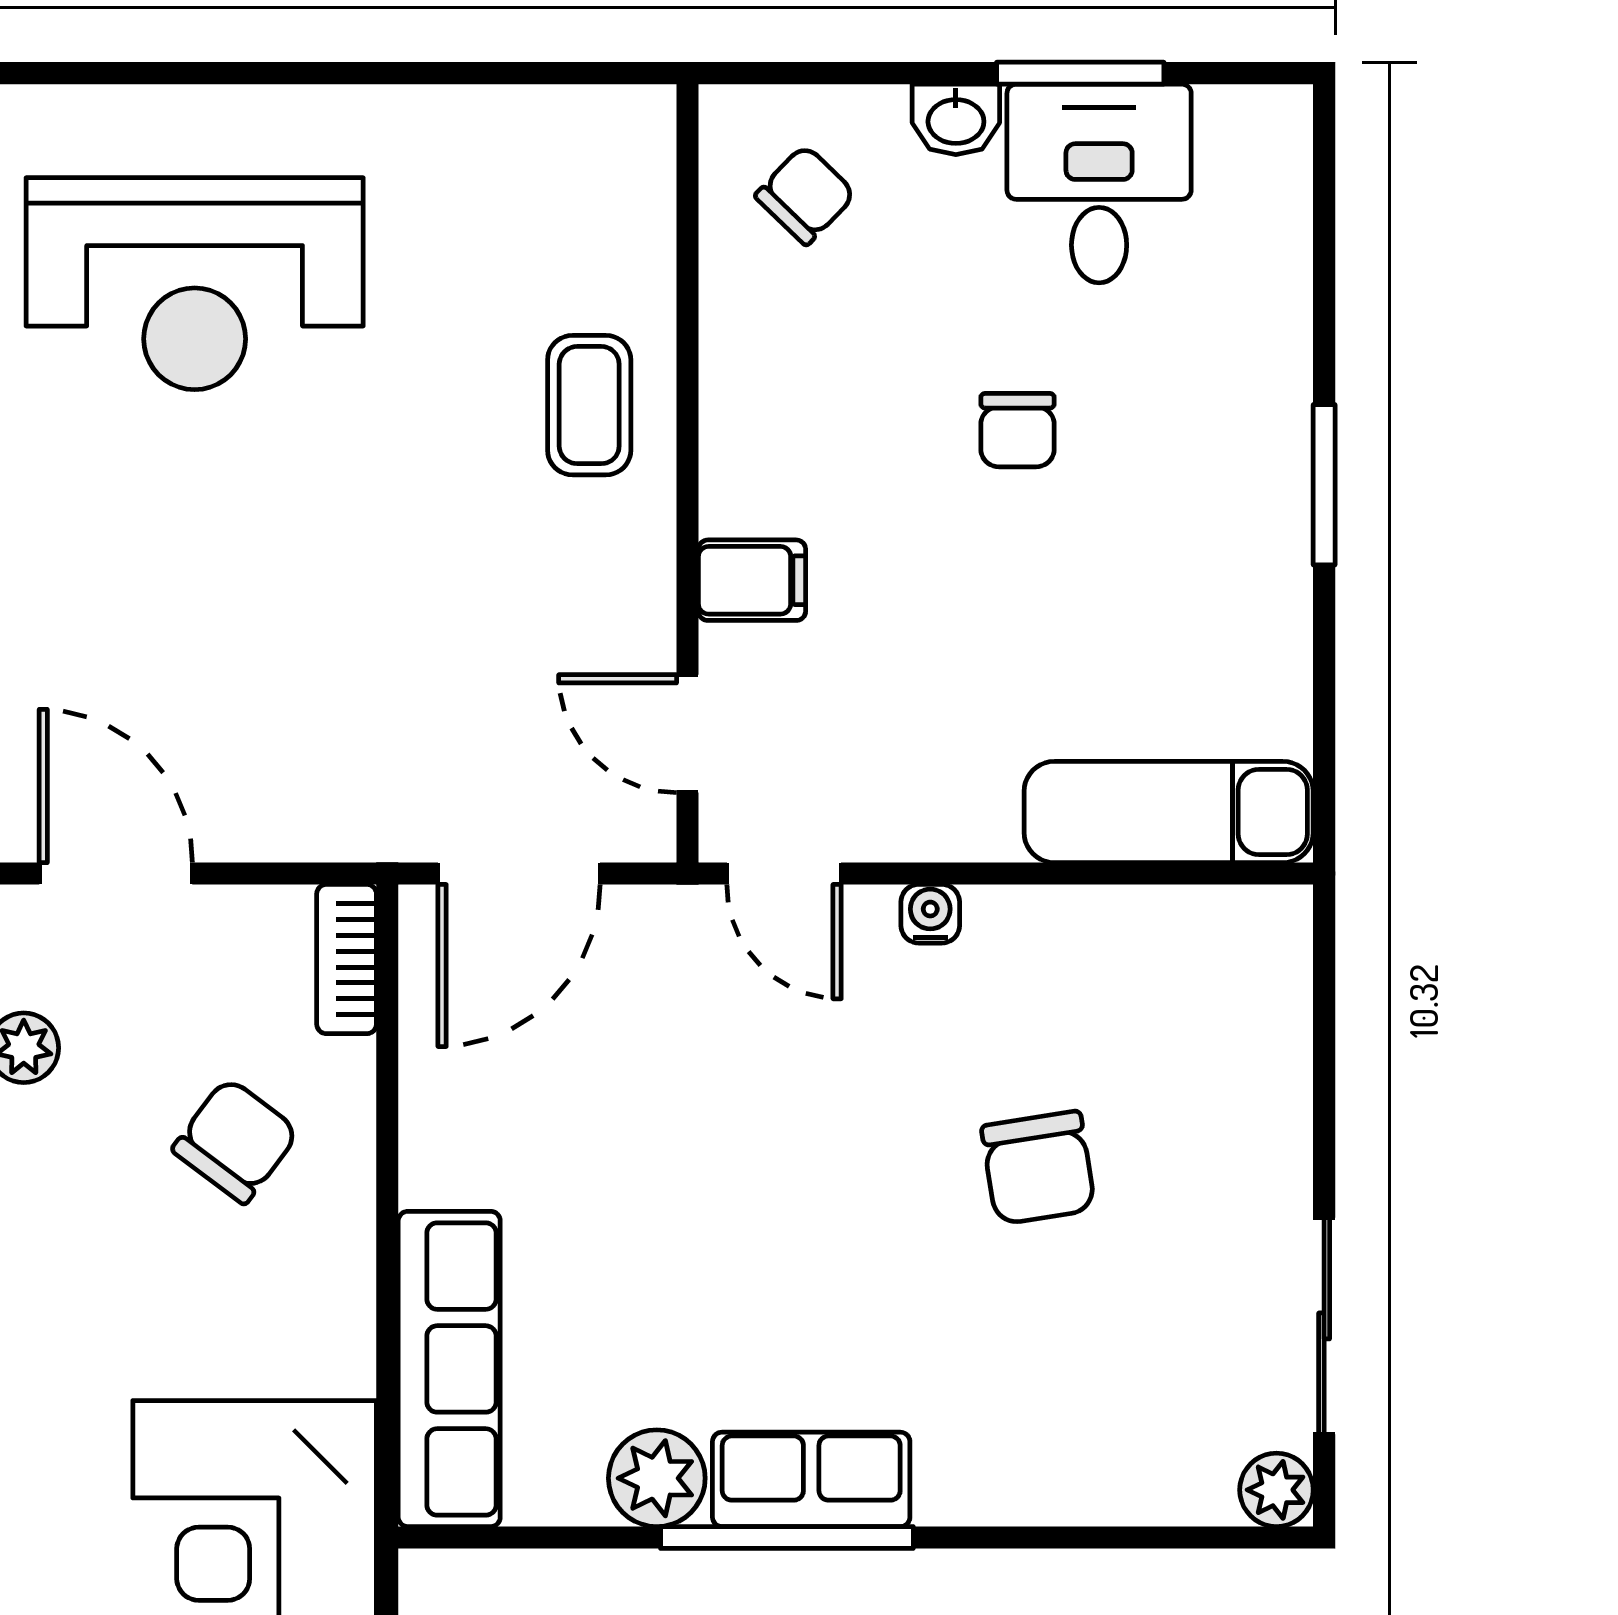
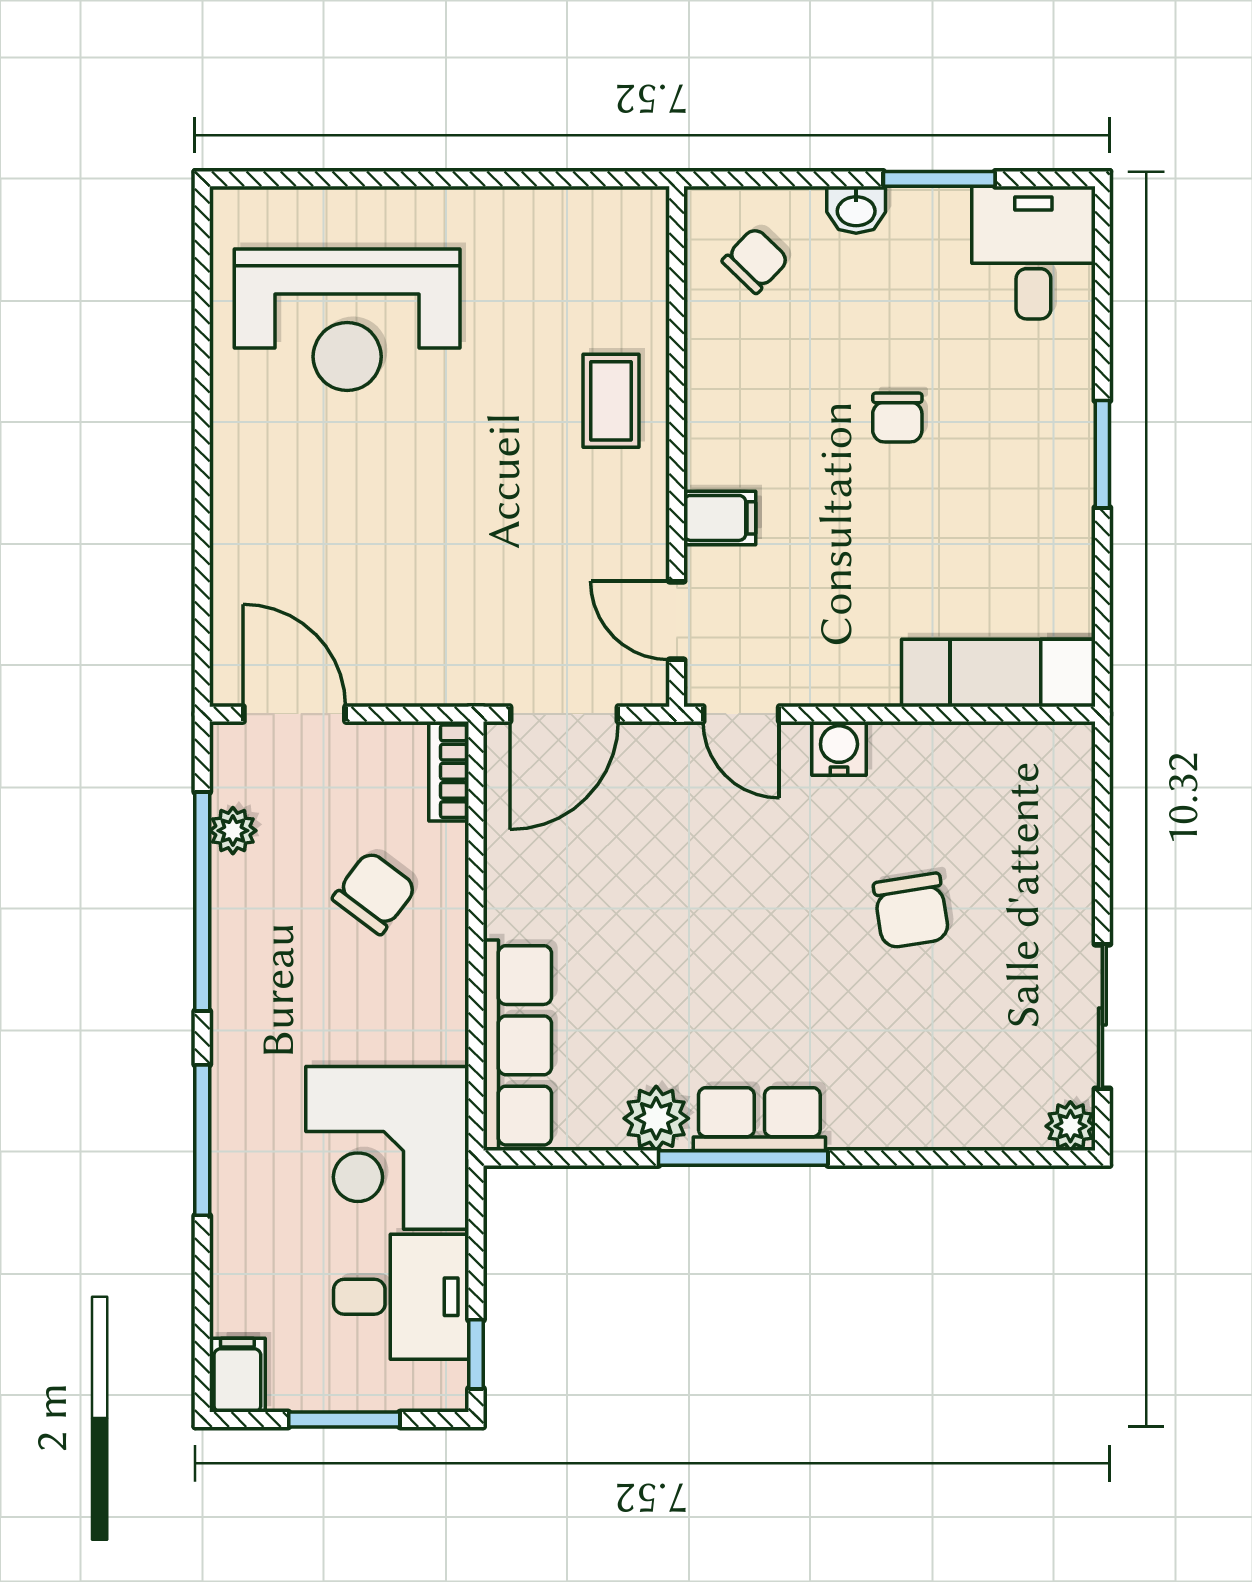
desk: (1099, 183) -> (1033, 253), moved
water cooler: (930, 914) -> (839, 748), width x1.38, depth x1.38

